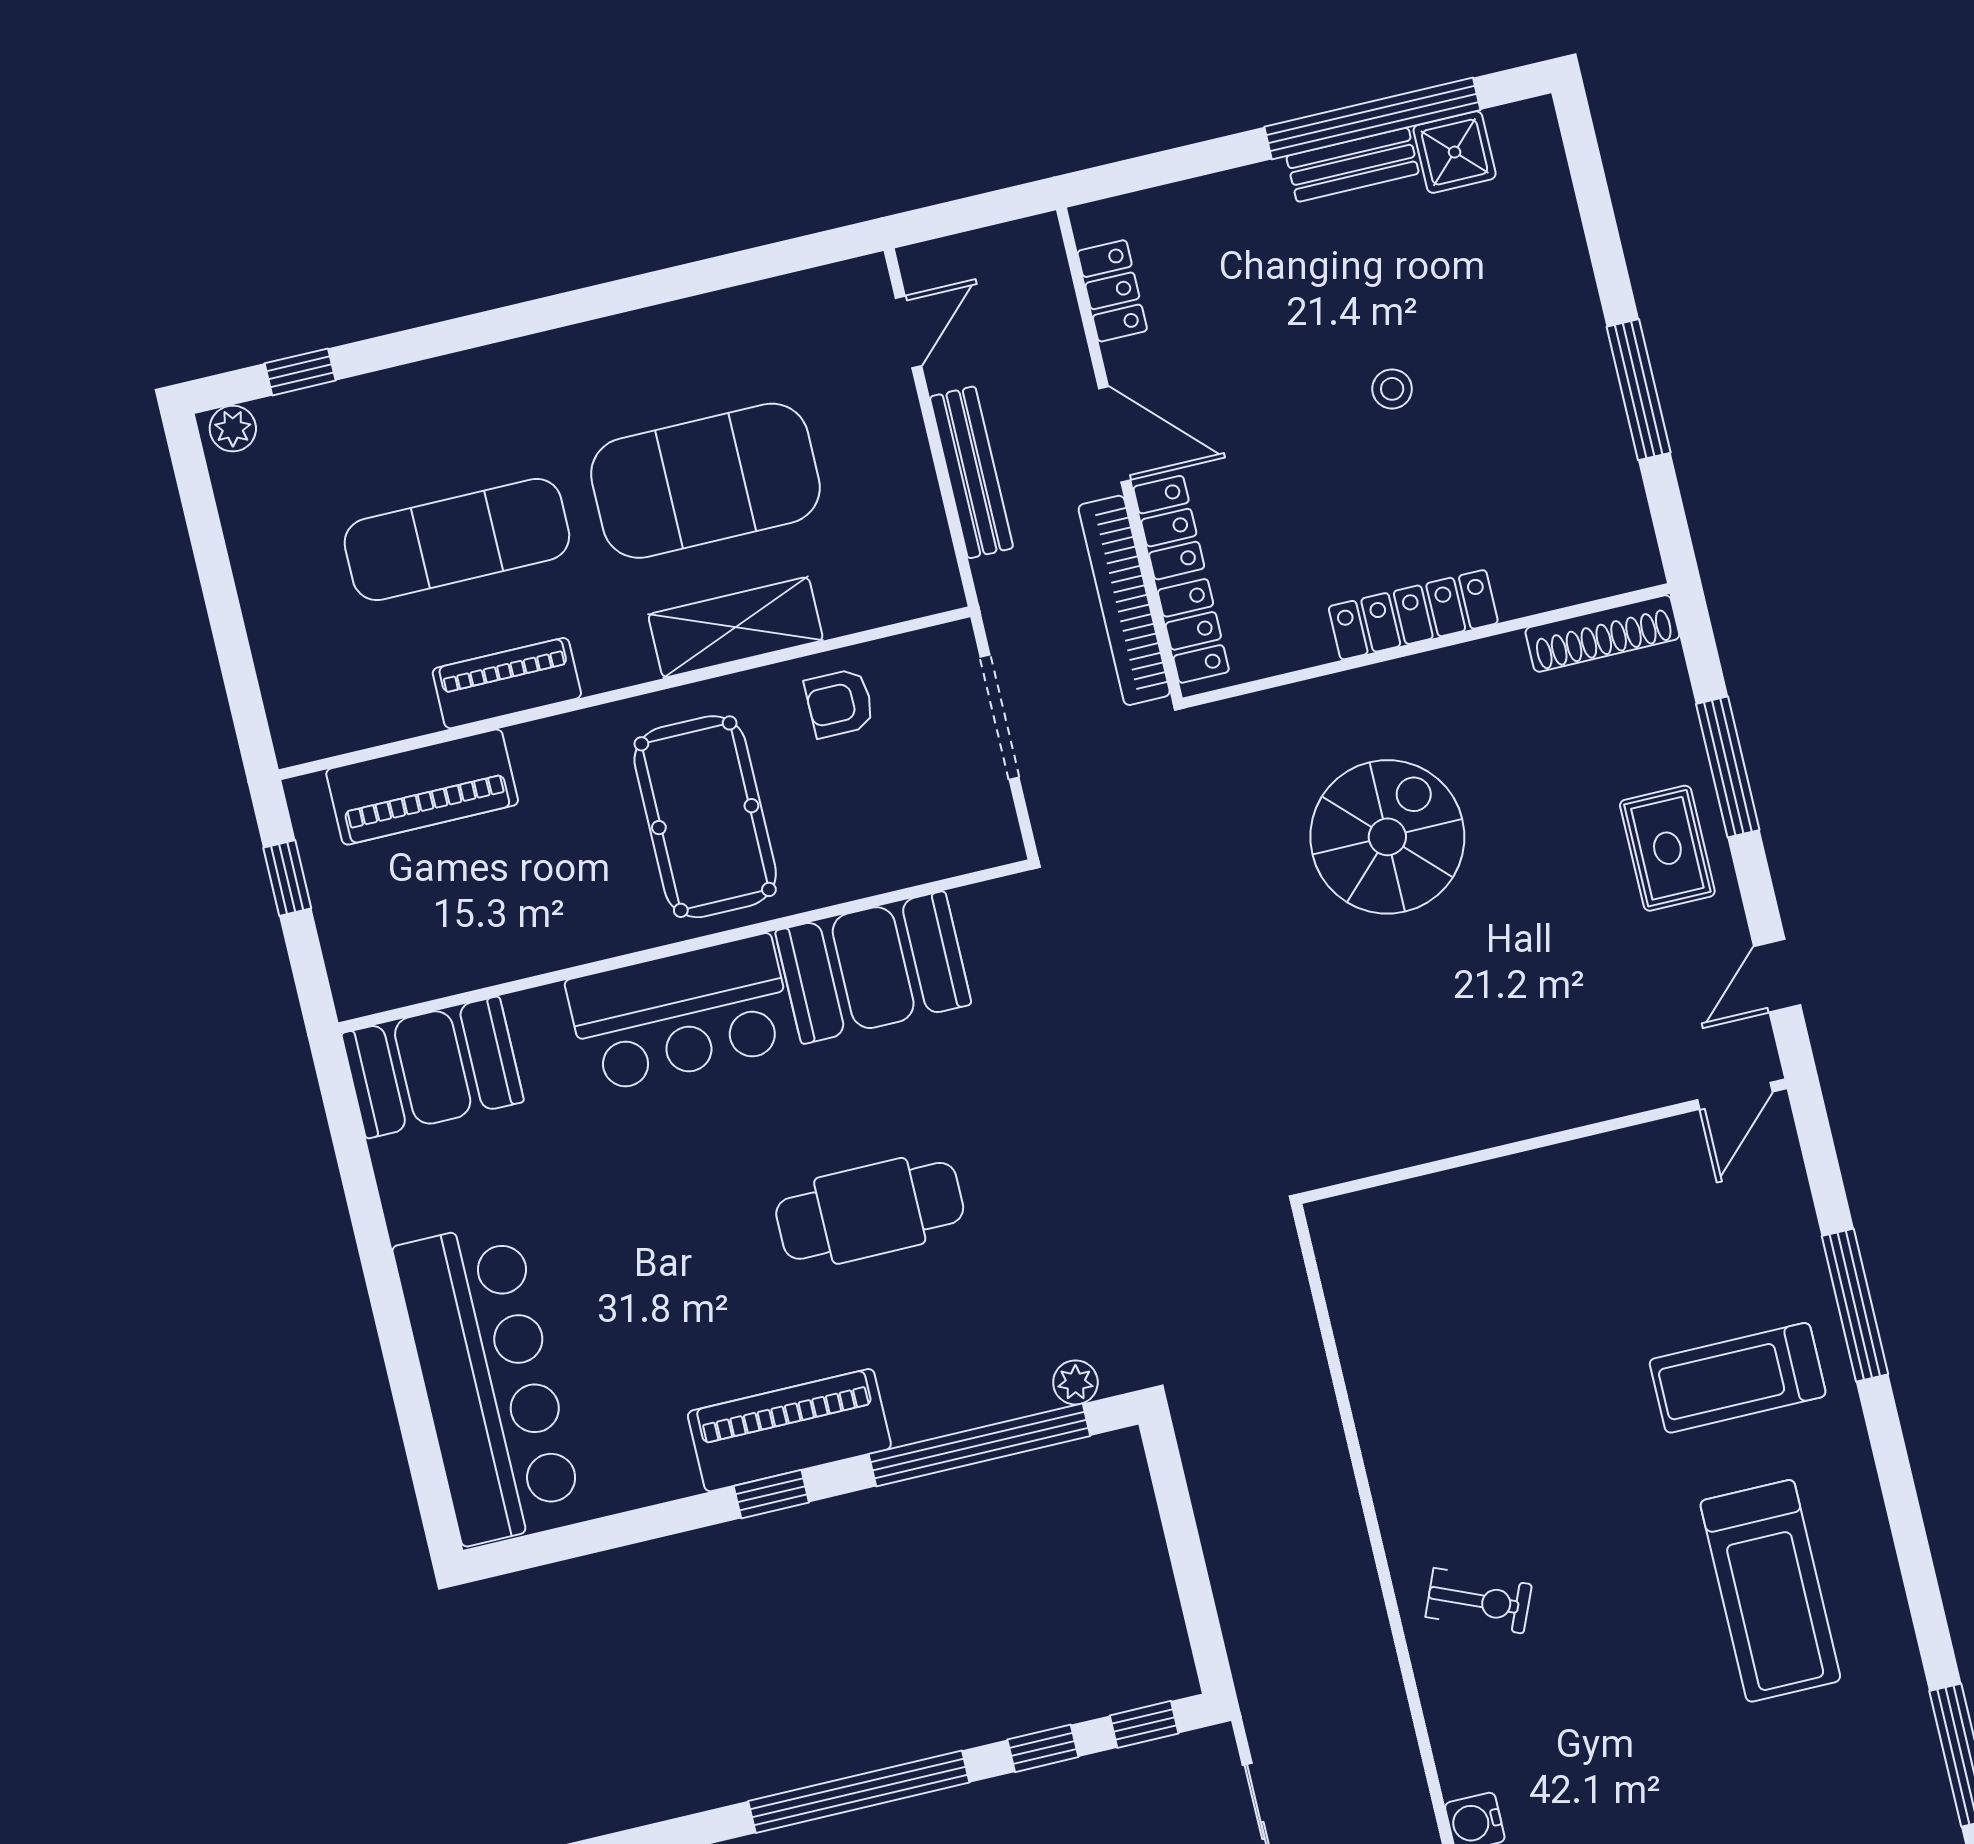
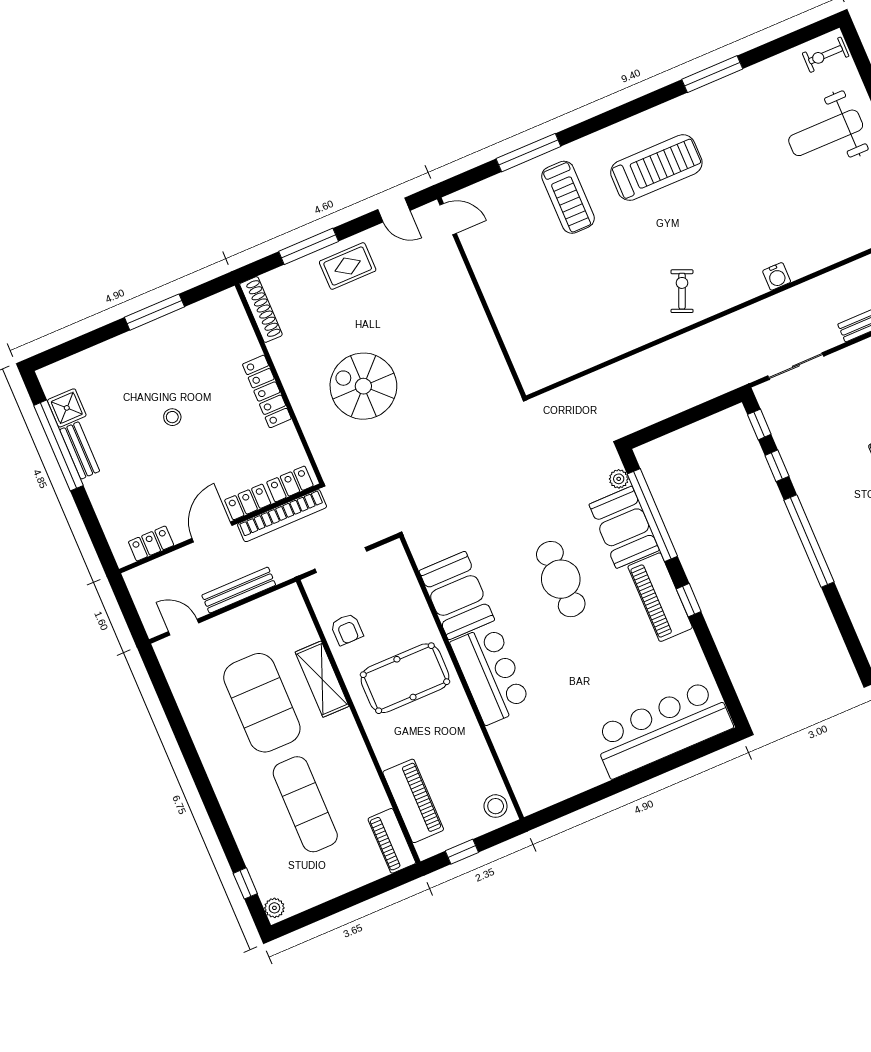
piano: (507, 683) -> (392, 841), moved
stool: (378, 973) -> (496, 806), added
booth: (433, 1067) -> (624, 527), moved

